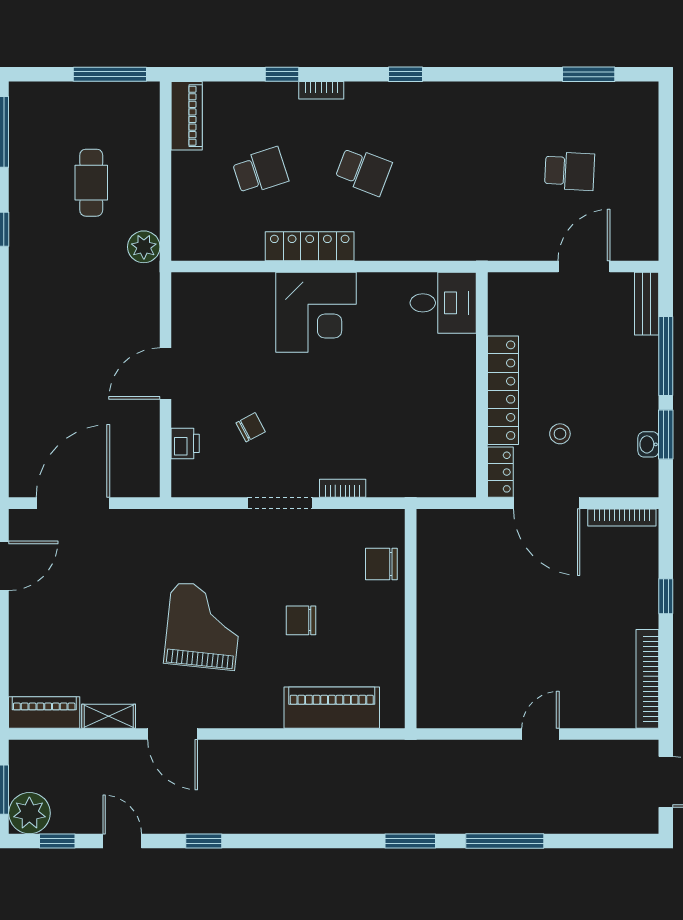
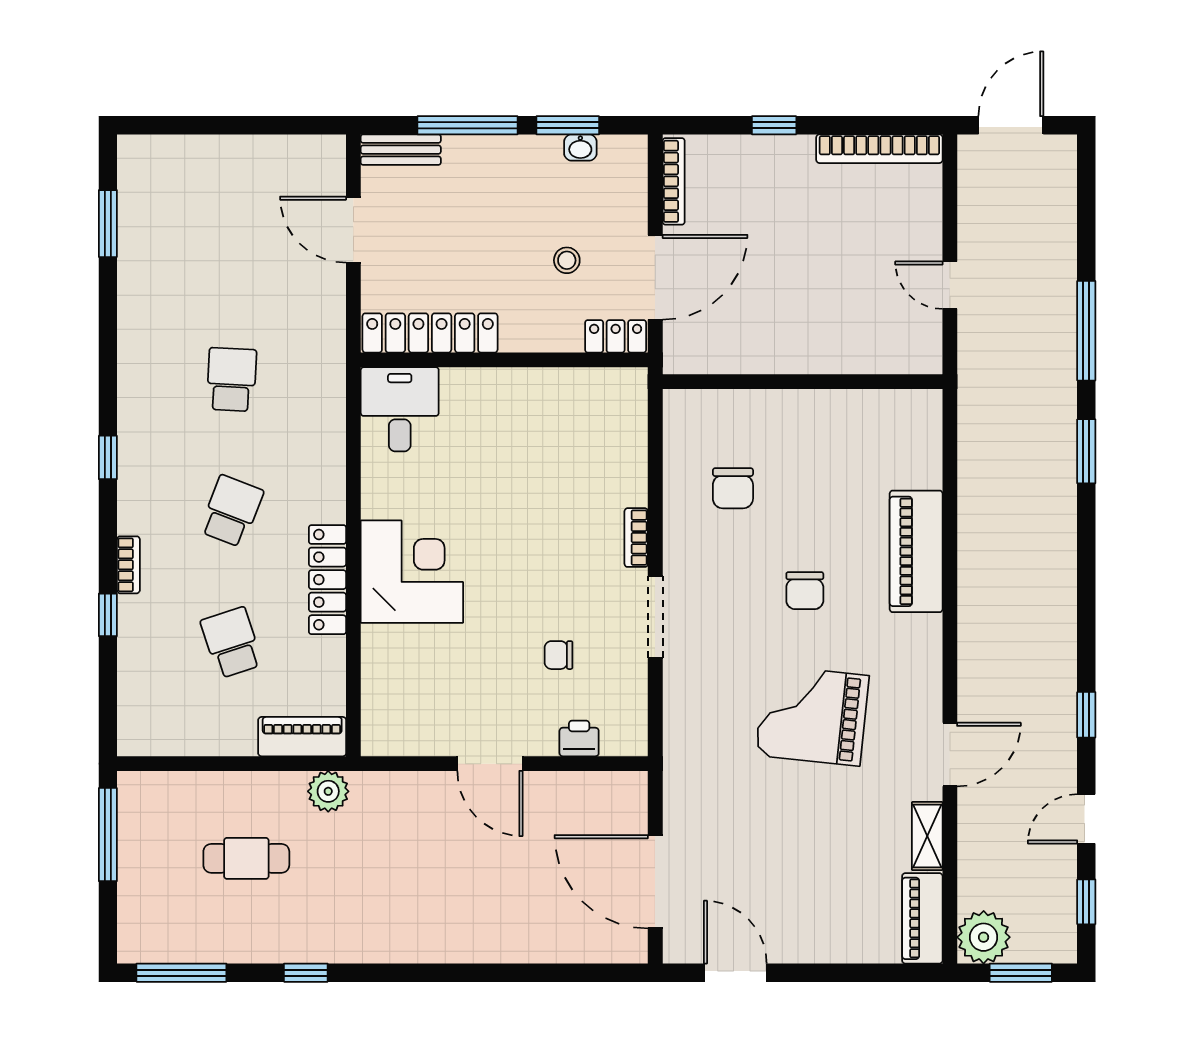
piano: (187, 116) -> (302, 737), moved
school desk: (570, 171) -> (232, 380), moved
locker: (503, 390) -> (430, 333), moved
chair: (251, 427) -> (558, 655), turned -62
wall: (411, 619) -> (803, 382), moved
plant: (29, 813) -> (984, 937), moved

